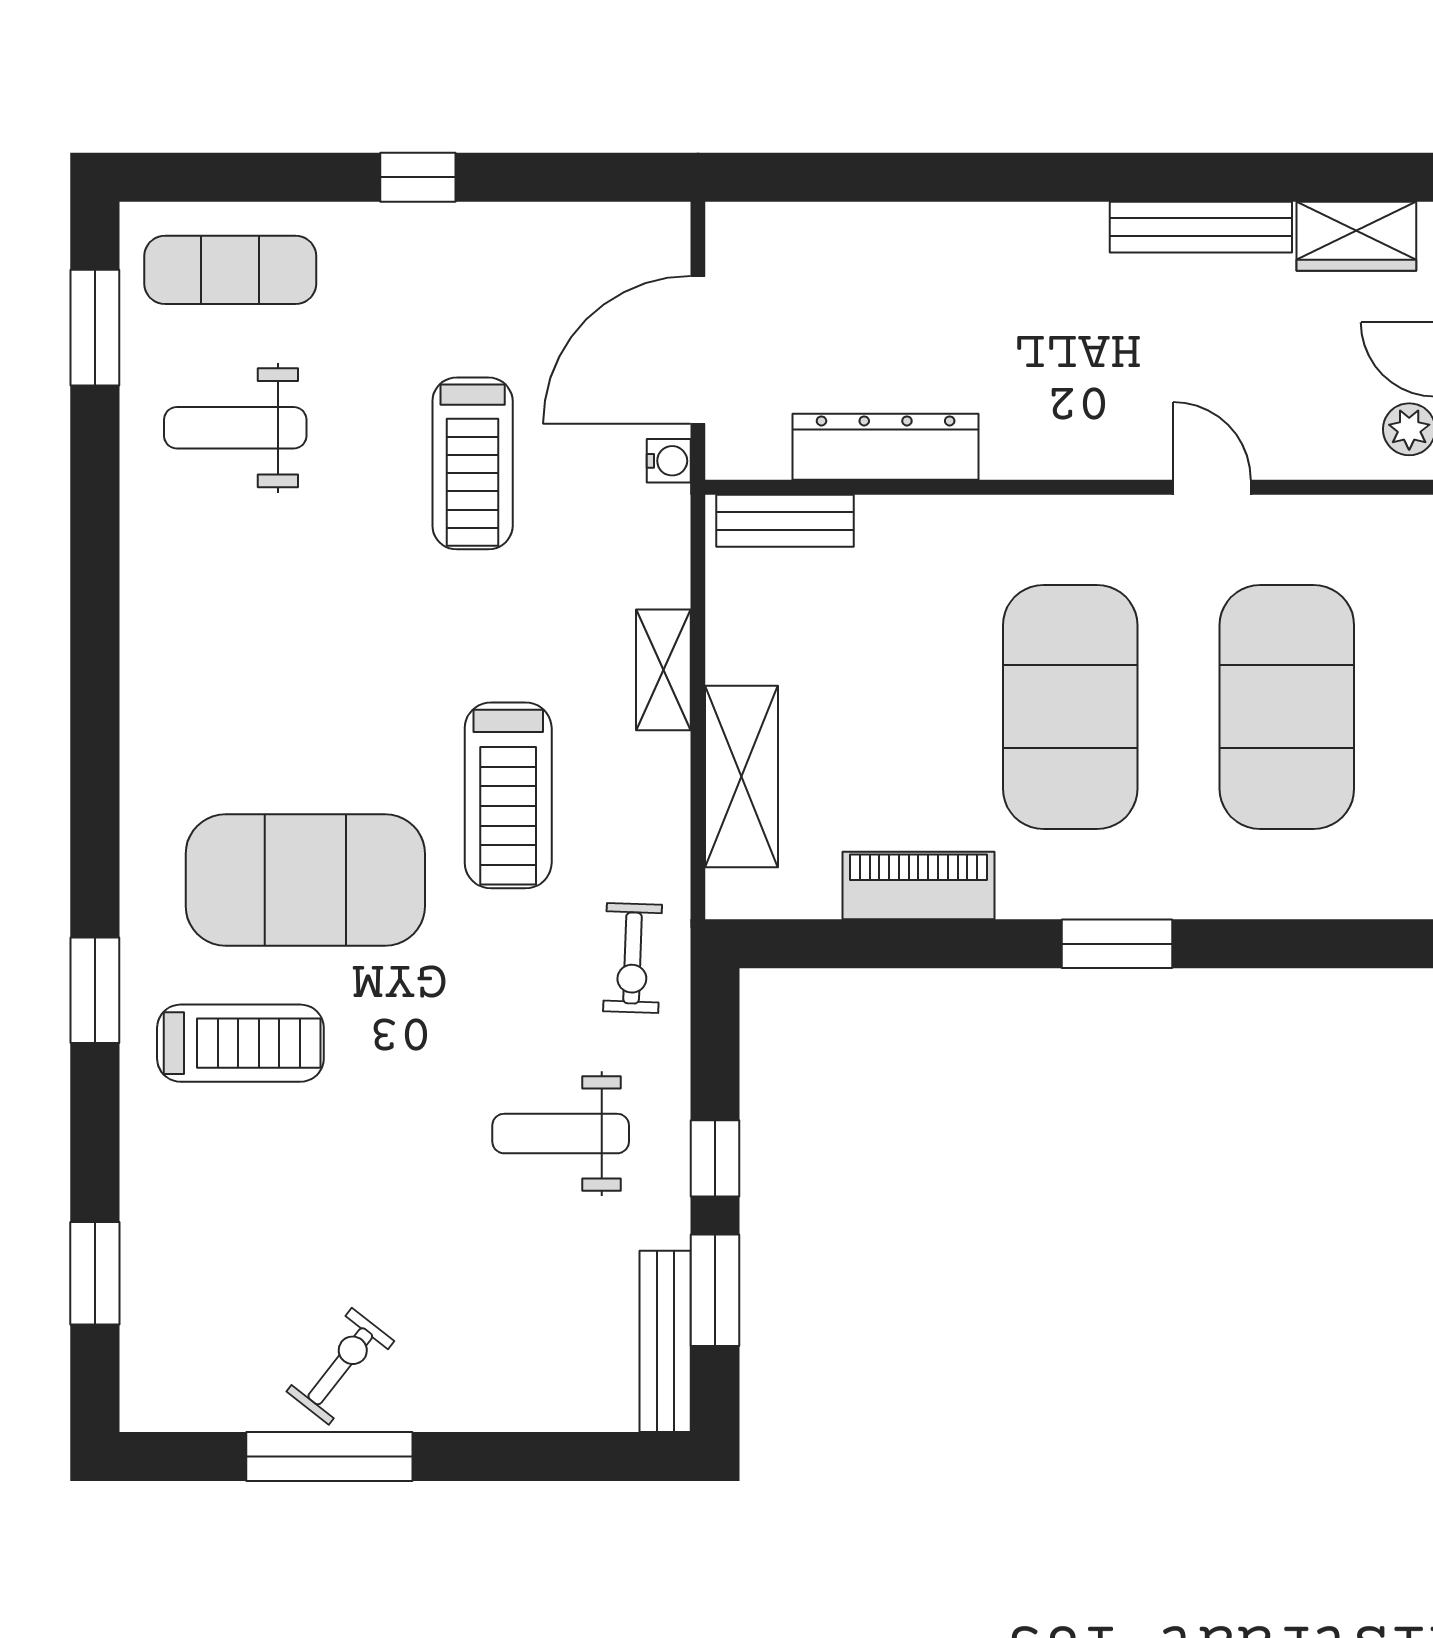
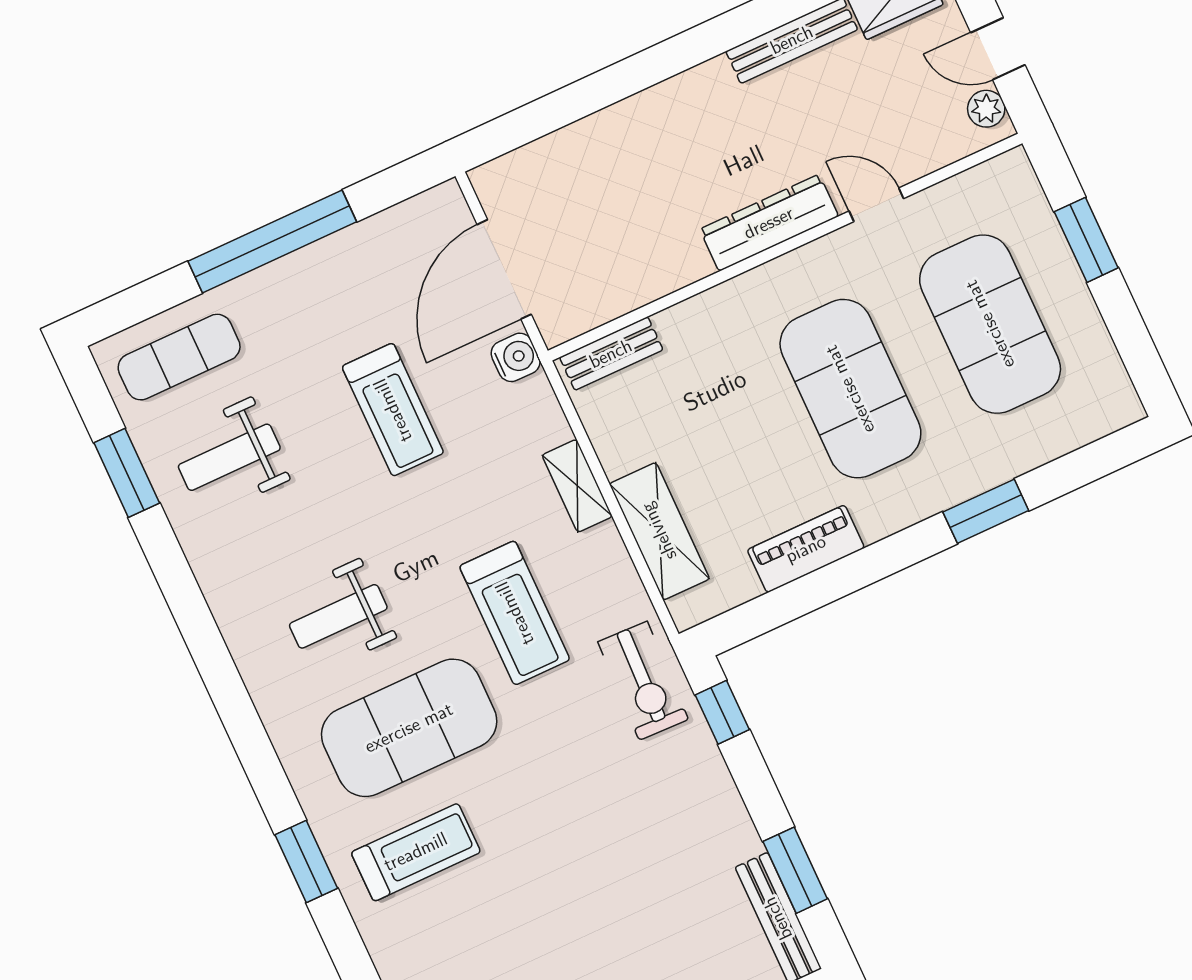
window: (418, 177) -> (272, 241), width x3.17
window: (95, 328) -> (127, 473), moved
dresser: (886, 447) -> (769, 223), moved
water cooler: (669, 461) -> (516, 357), width x1.38, depth x1.38
window: (1117, 944) -> (986, 511), moved
exercise bike: (633, 958) -> (643, 681), width x1.38, depth x1.39
weight bench: (561, 1134) -> (338, 616), moved
window: (715, 1158) -> (722, 712), moved

